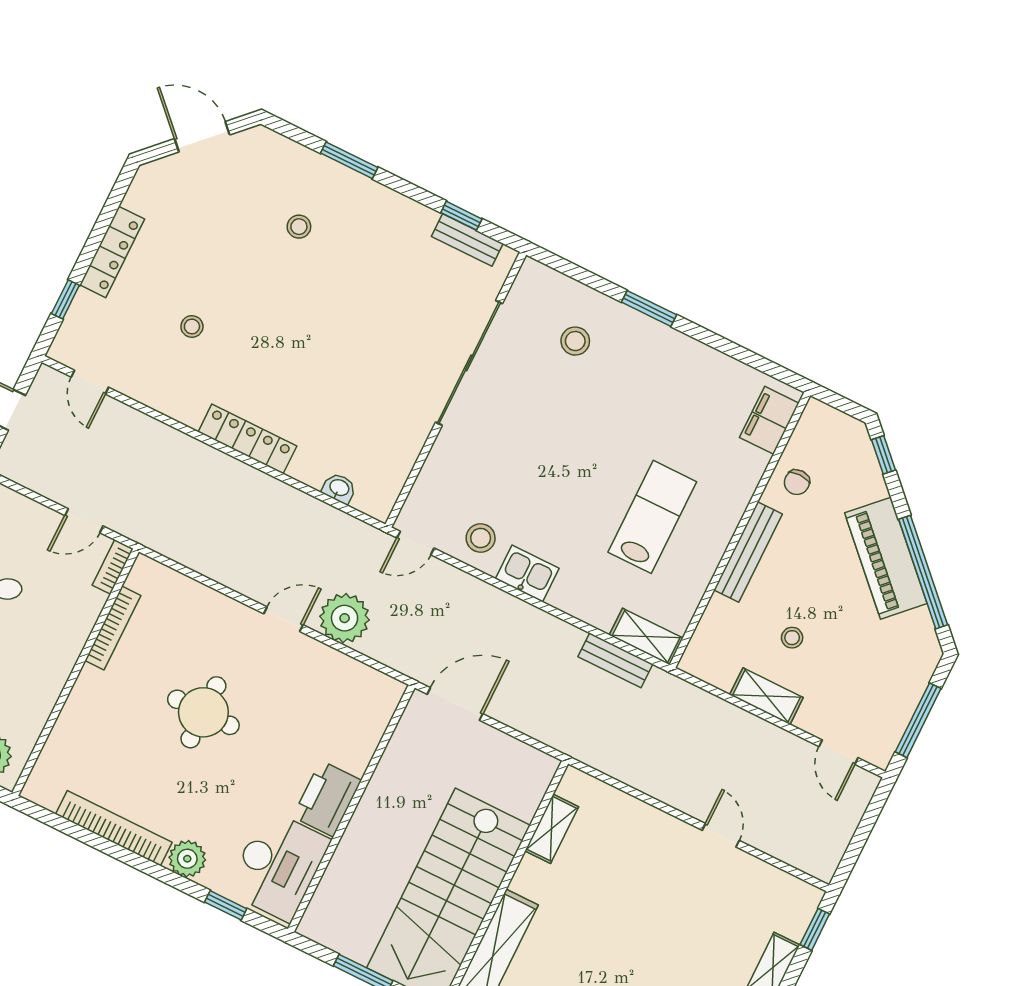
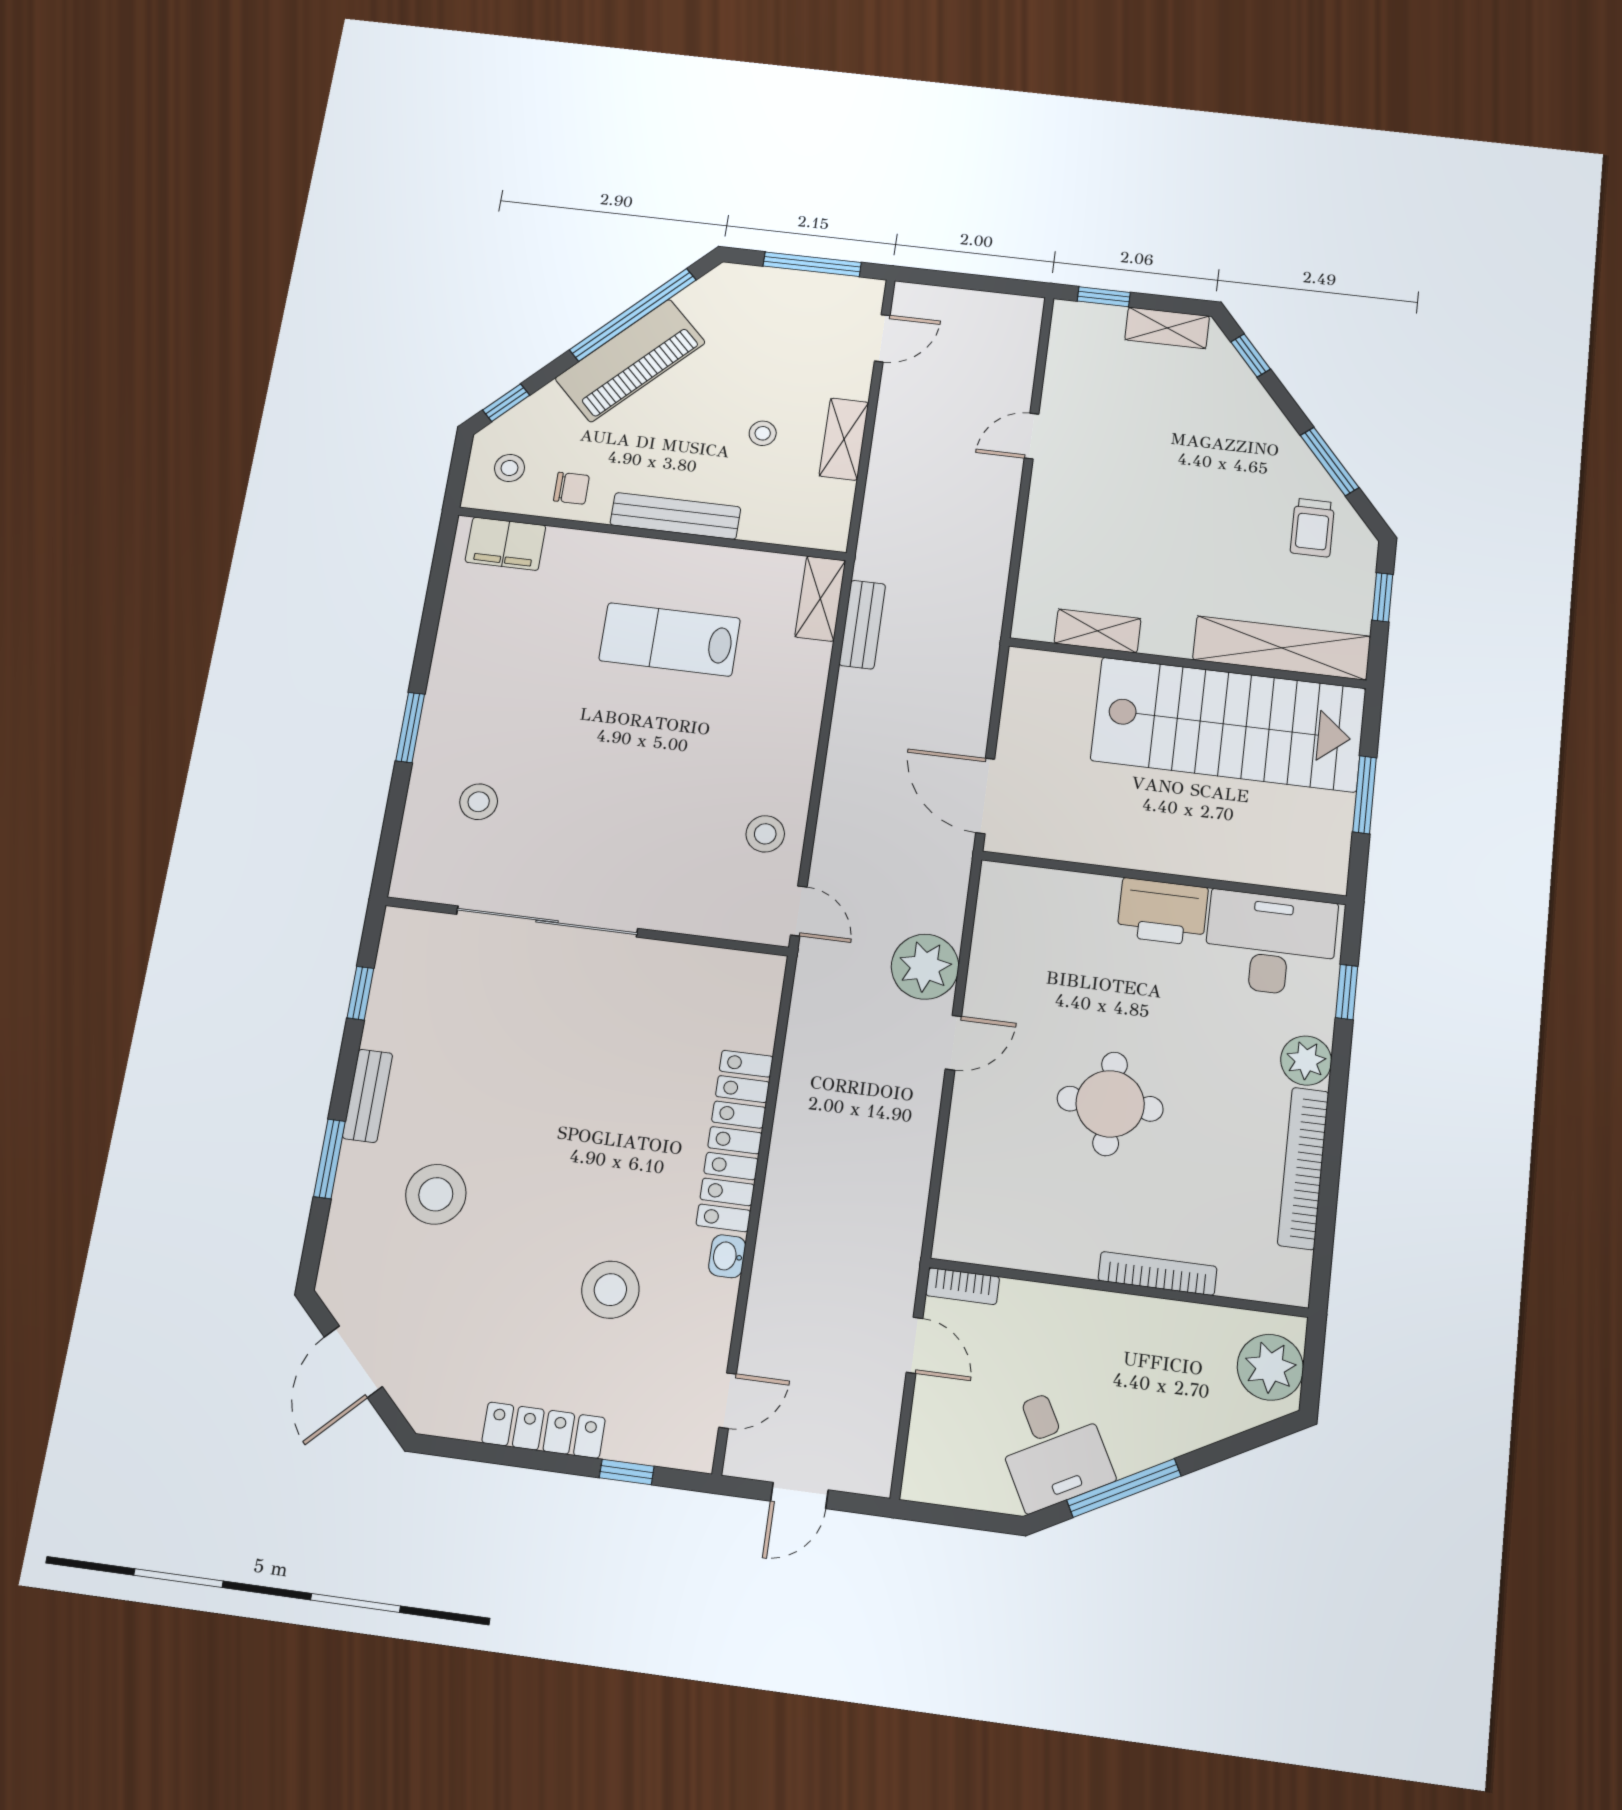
stool: (299, 227) -> (436, 1194), width x1.89, depth x1.89
bench: (467, 240) -> (368, 1096), moved
stool: (192, 326) -> (610, 1290), width x1.89, depth x1.89
locker: (247, 439) -> (735, 1140), width x1.41, depth x1.21
stool: (829, 441) -> (509, 468), added
washbasin: (339, 488) -> (727, 1256), moved
kitchen sink: (527, 574) -> (791, 763), removed
door: (283, 619) -> (953, 1043), swing flipped
bookcase: (113, 628) -> (1157, 1273), moved

